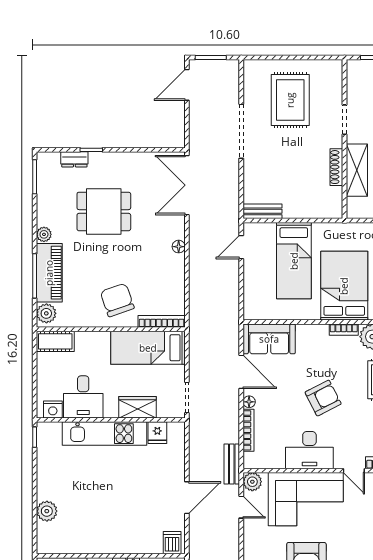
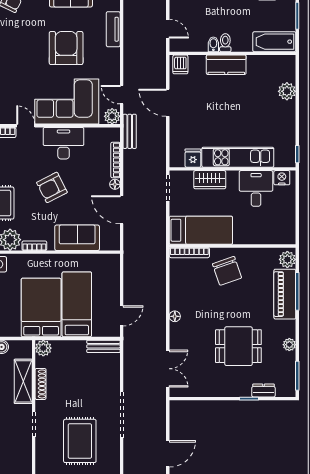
double door: (187, 185) -> (168, 369), width x0.73
plant: (333, 209) -> (43, 348), added
plant: (44, 234) -> (289, 345), moved
bed: (344, 286) -> (41, 308), moved, turned 180
sofa: (269, 339) -> (77, 238), moved
cot: (55, 341) -> (280, 236), removed
door: (187, 498) -> (168, 103), hinge flipped
kitchen counter: (118, 542) -> (226, 65), added

